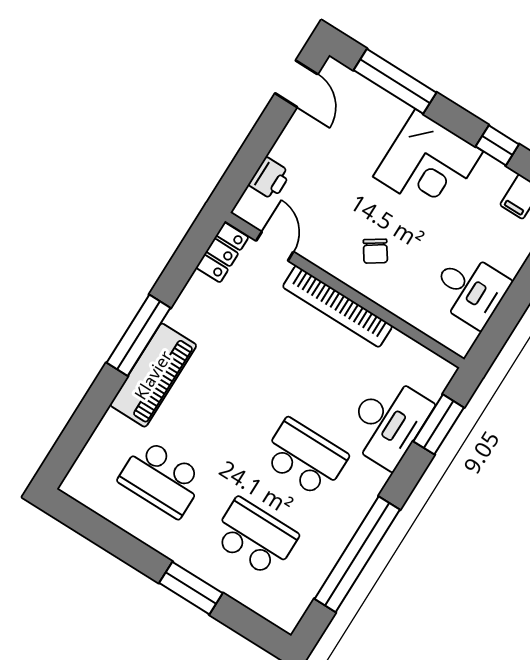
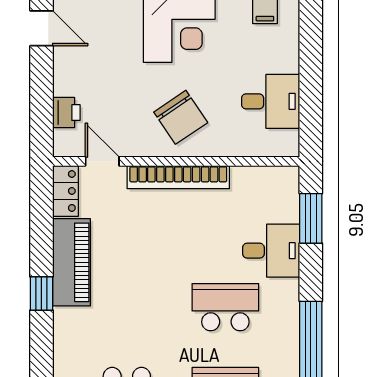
chair: (375, 251) -> (181, 117), width x1.87, depth x1.87
window: (139, 335) -> (41, 293), width x0.46
piano: (153, 375) -> (71, 262), moved
desk: (388, 422) -> (271, 251), width x0.73

